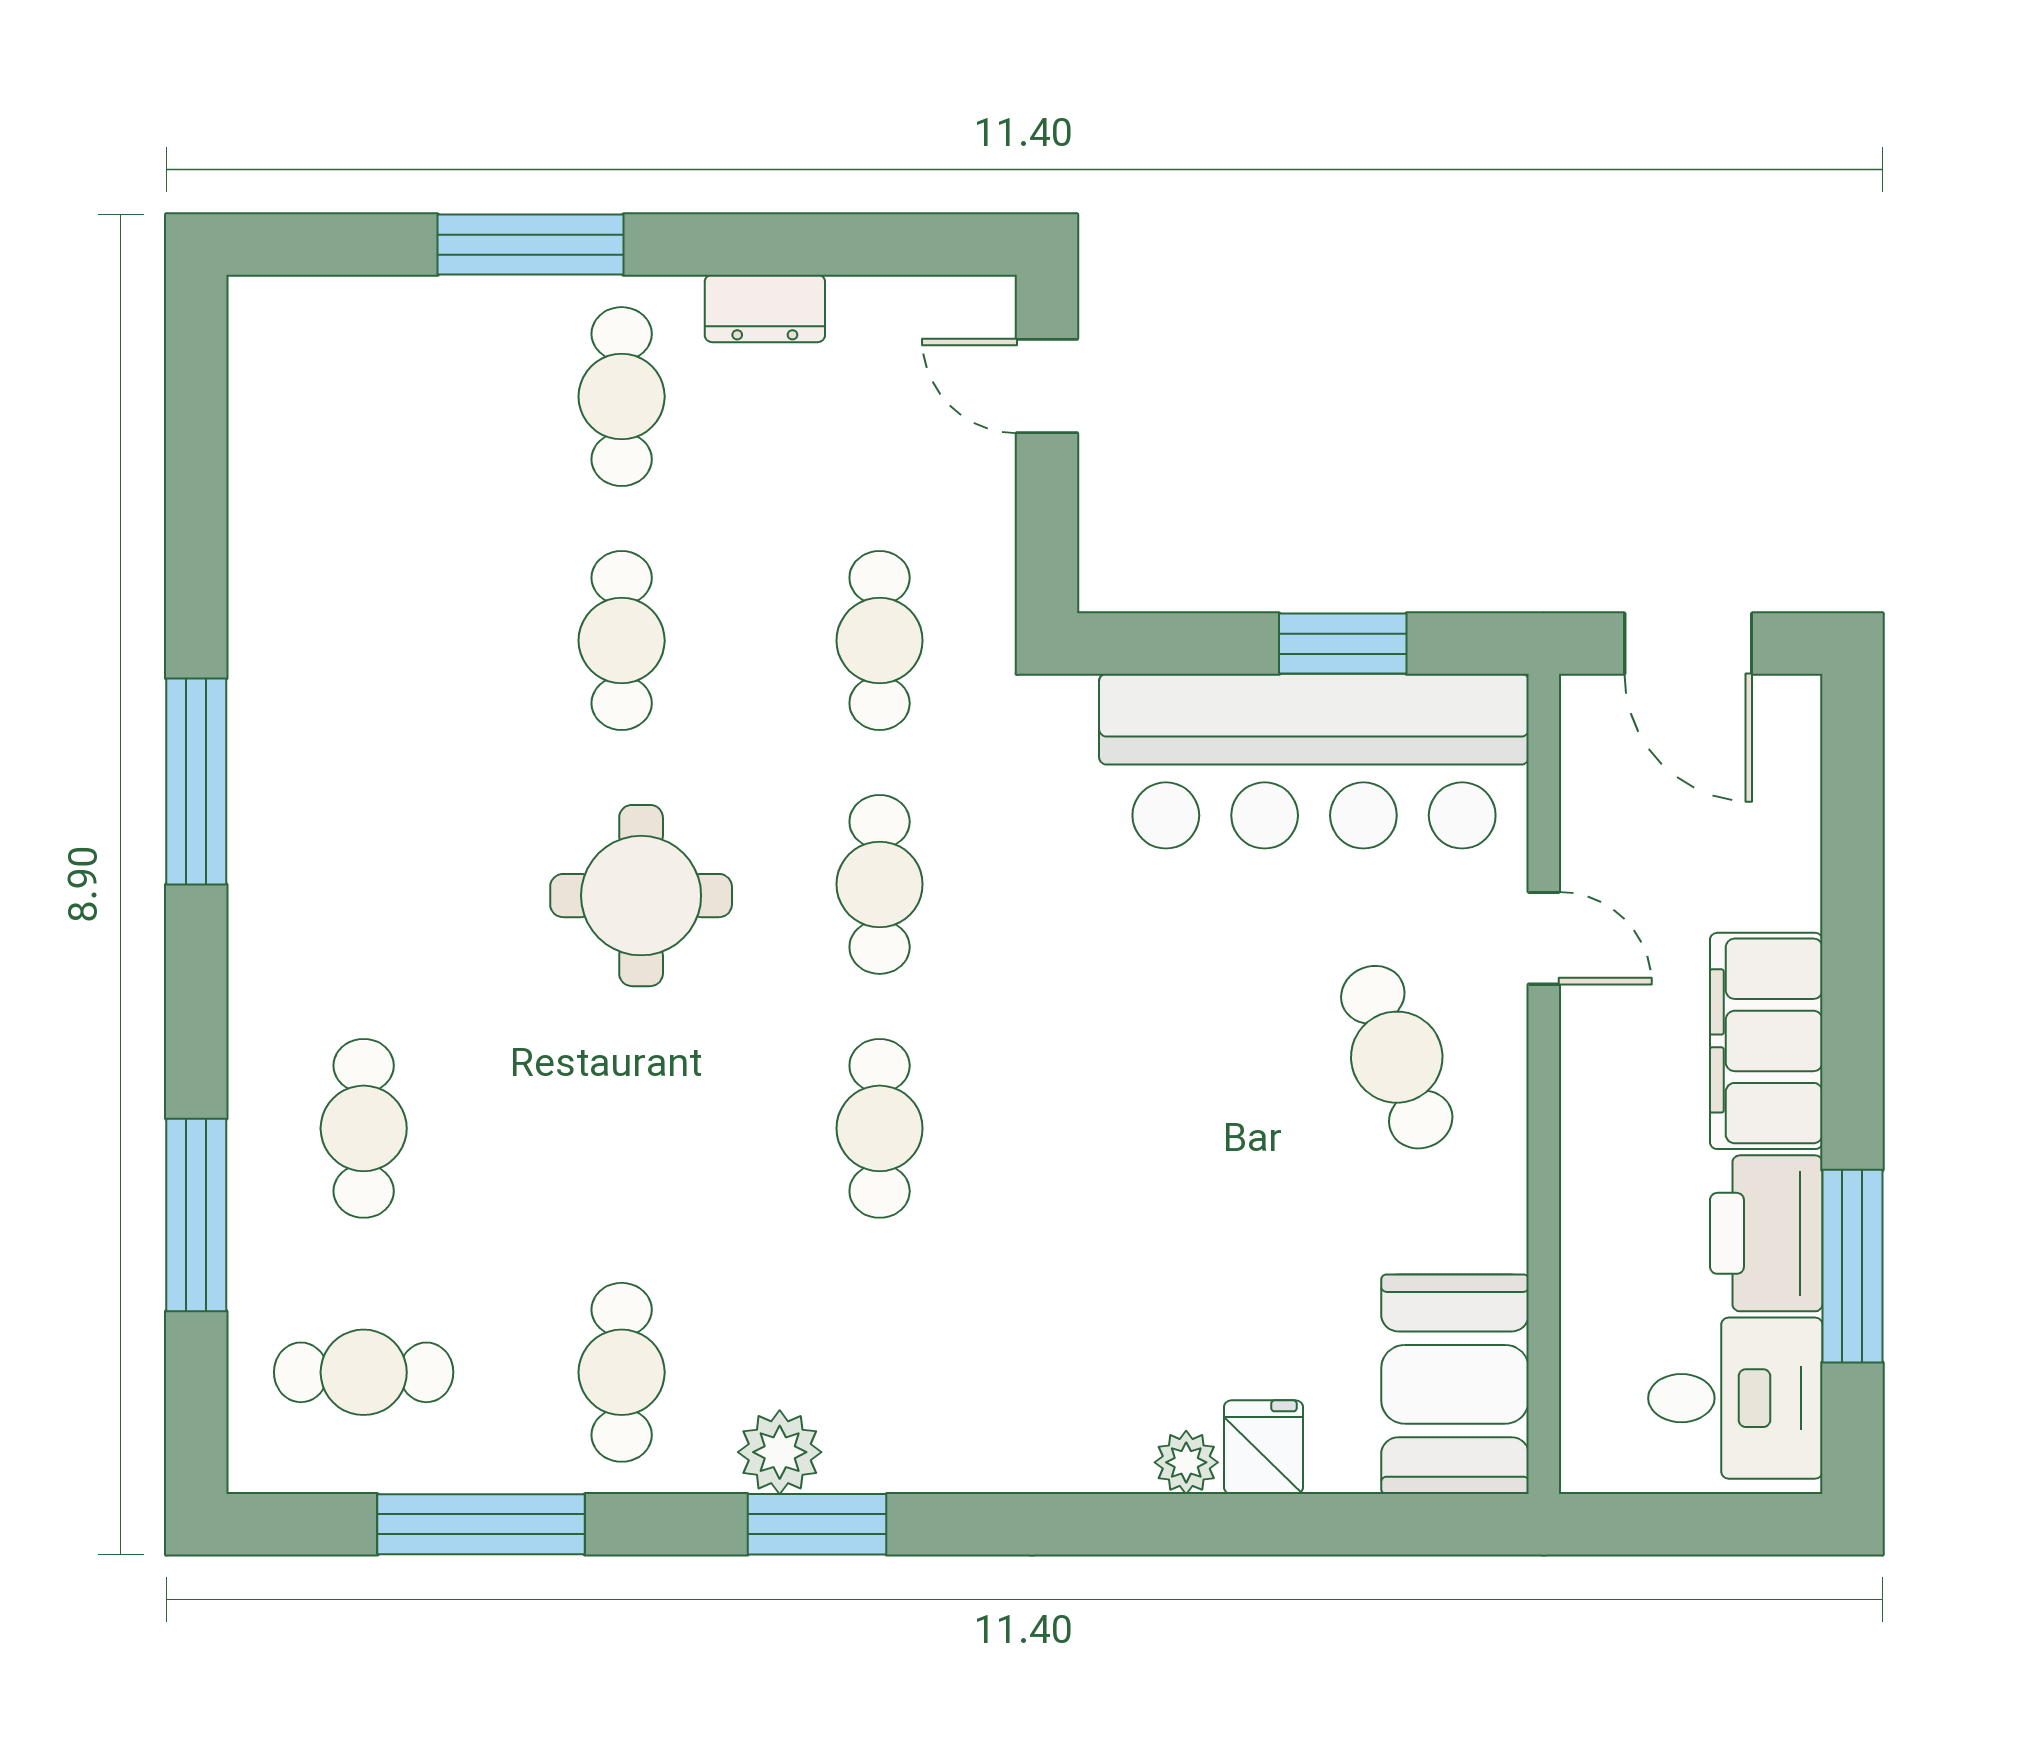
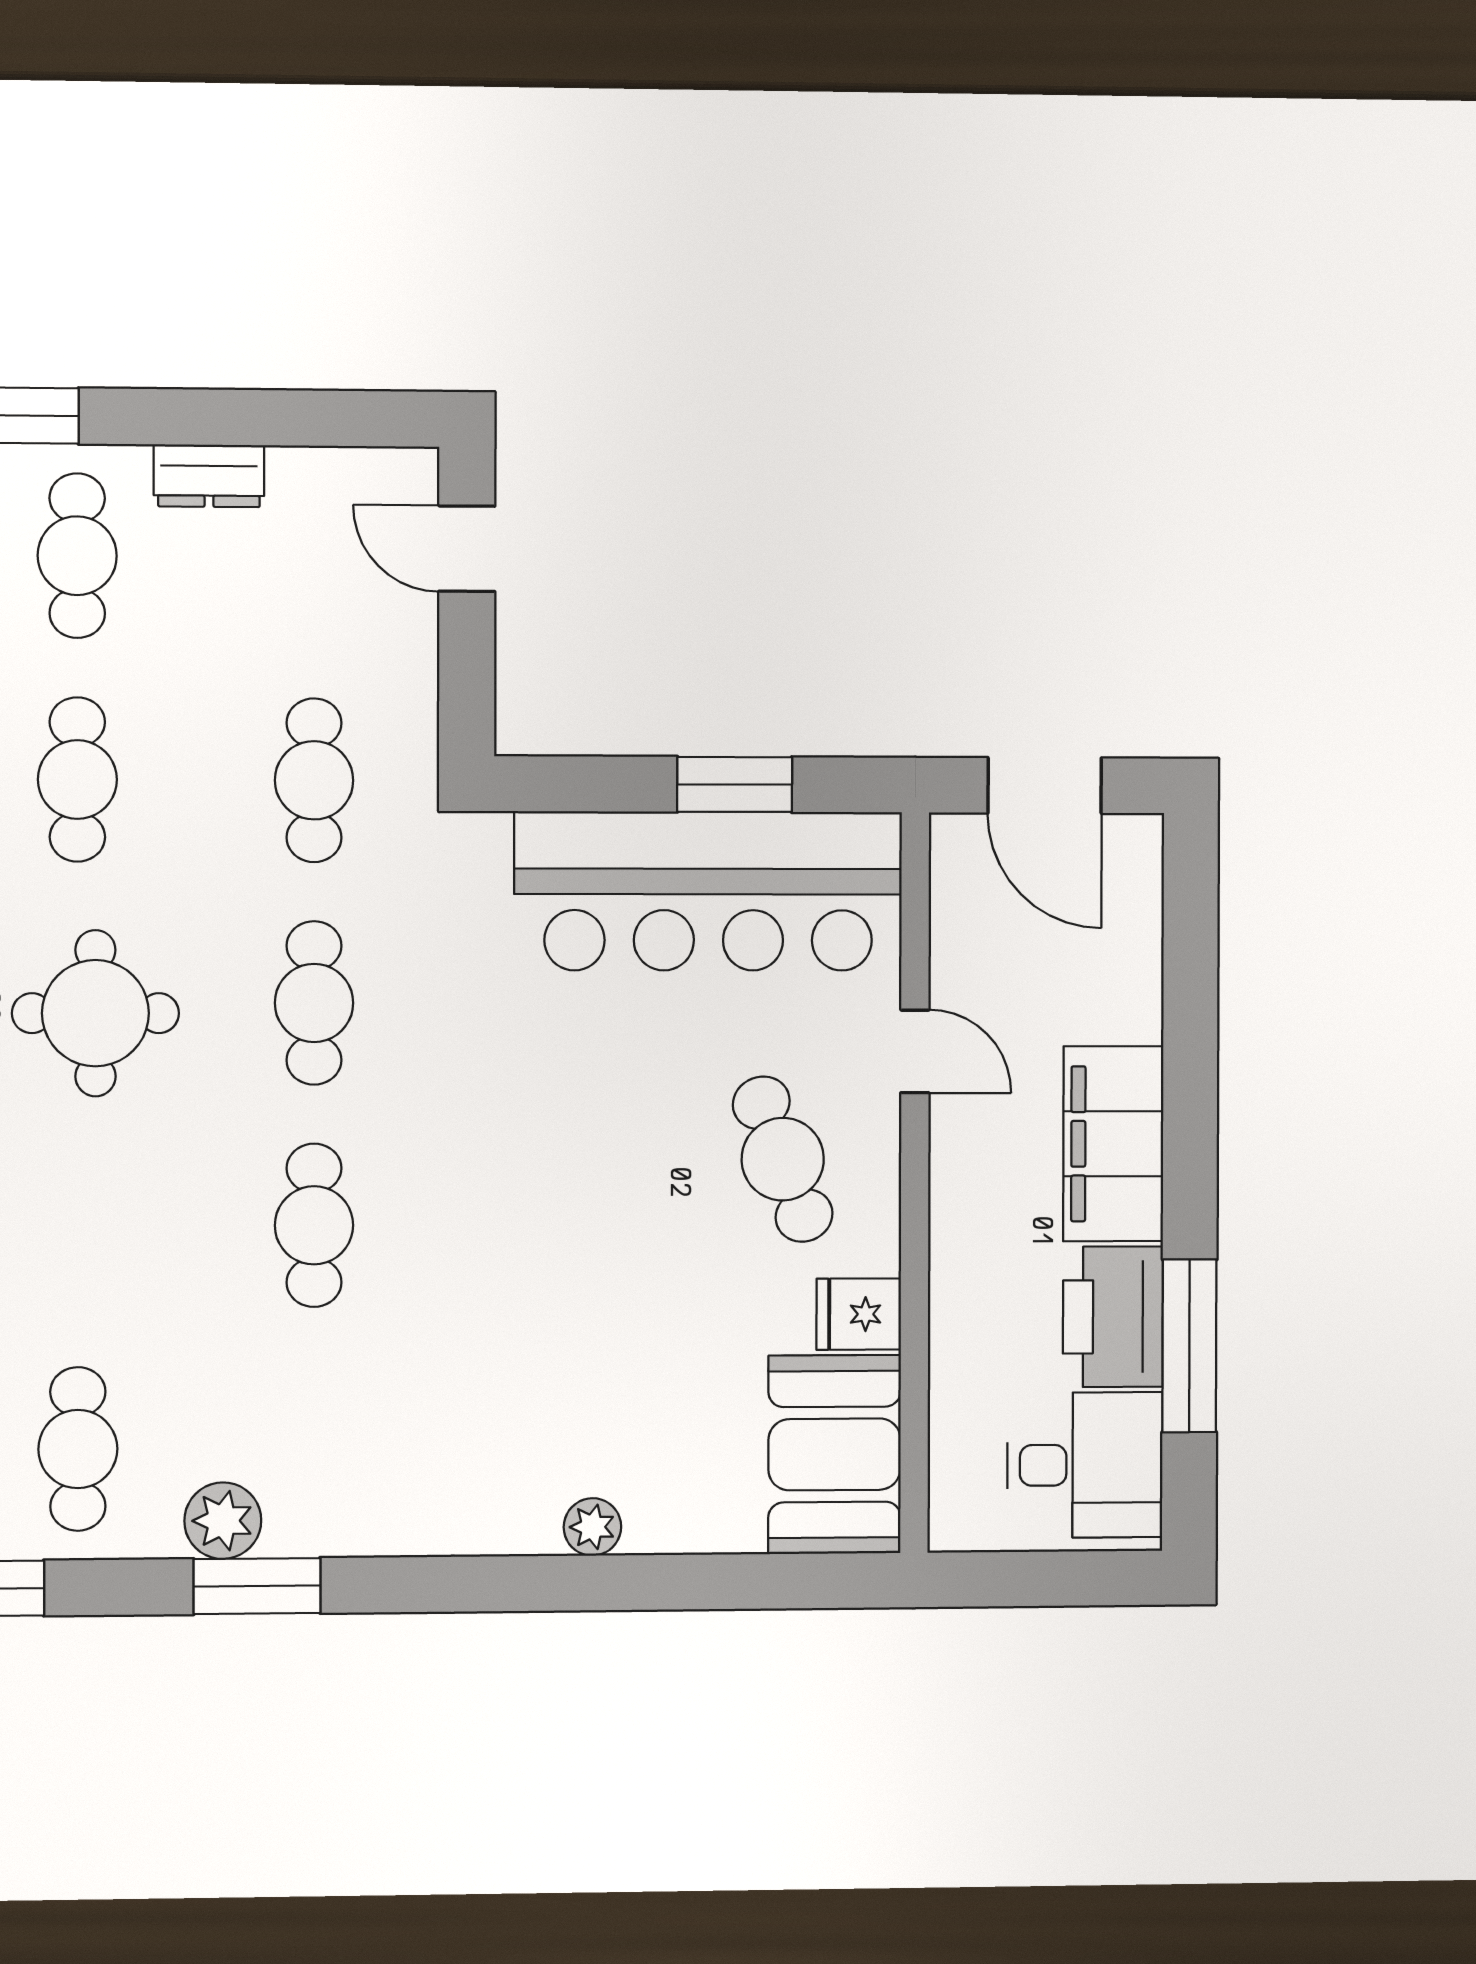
fridge: (1263, 1447) -> (859, 1314), moved, turned -90

